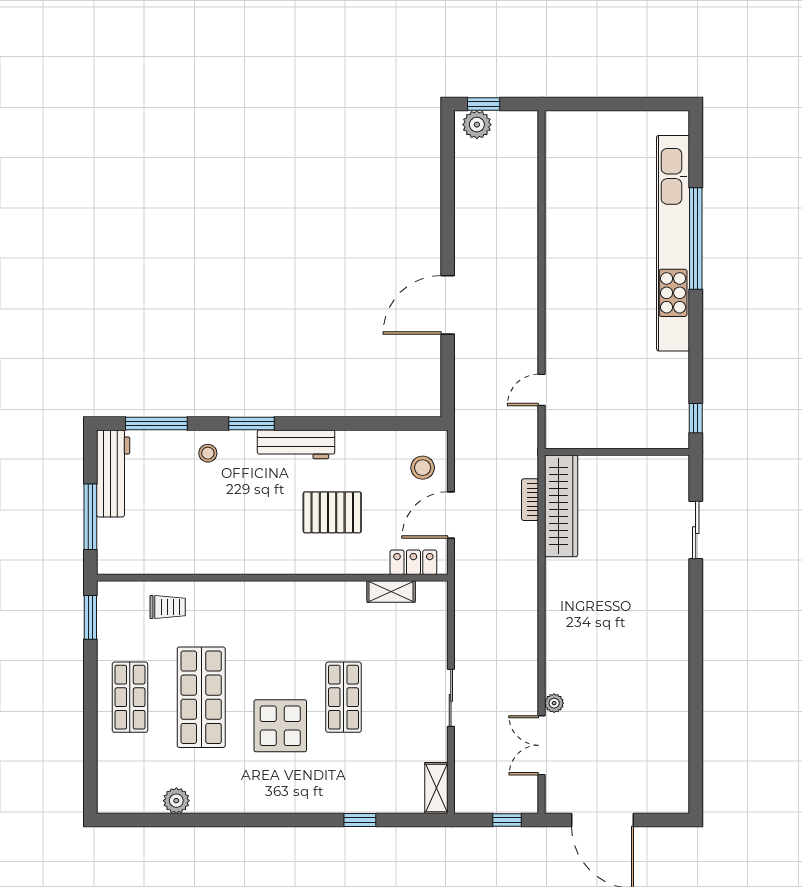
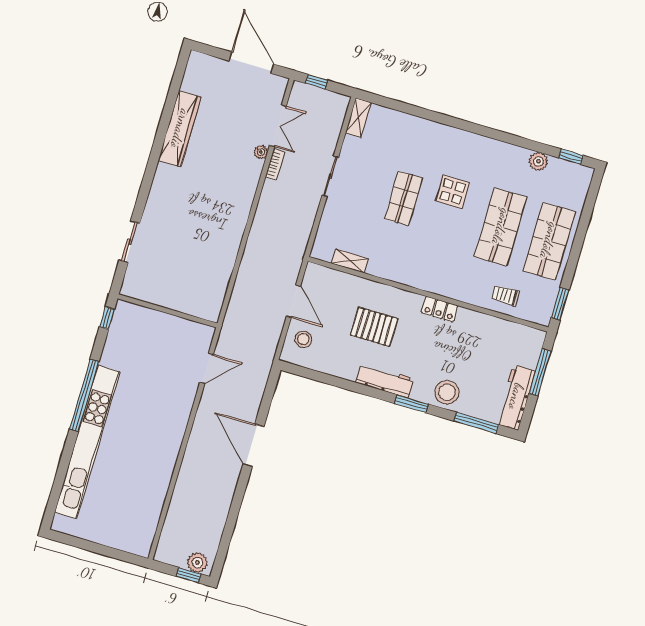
window: (696, 239) -> (84, 395), moved
door: (448, 305) -> (254, 445), swing flipped
door: (542, 390) -> (207, 368), width x1.37
stool: (208, 453) -> (447, 392), width x1.89, depth x1.89
bookcase: (530, 500) -> (275, 164), moved
wardrobe: (561, 506) -> (180, 129), moved, turned 180
door: (451, 515) -> (294, 301), hinge flipped
locker: (413, 562) -> (440, 309), moved
shop shelf: (130, 697) -> (549, 241), width x1.43, depth x1.36
display table: (280, 726) -> (452, 192), width x0.73, depth x0.73
window: (360, 820) -> (571, 157), moved

